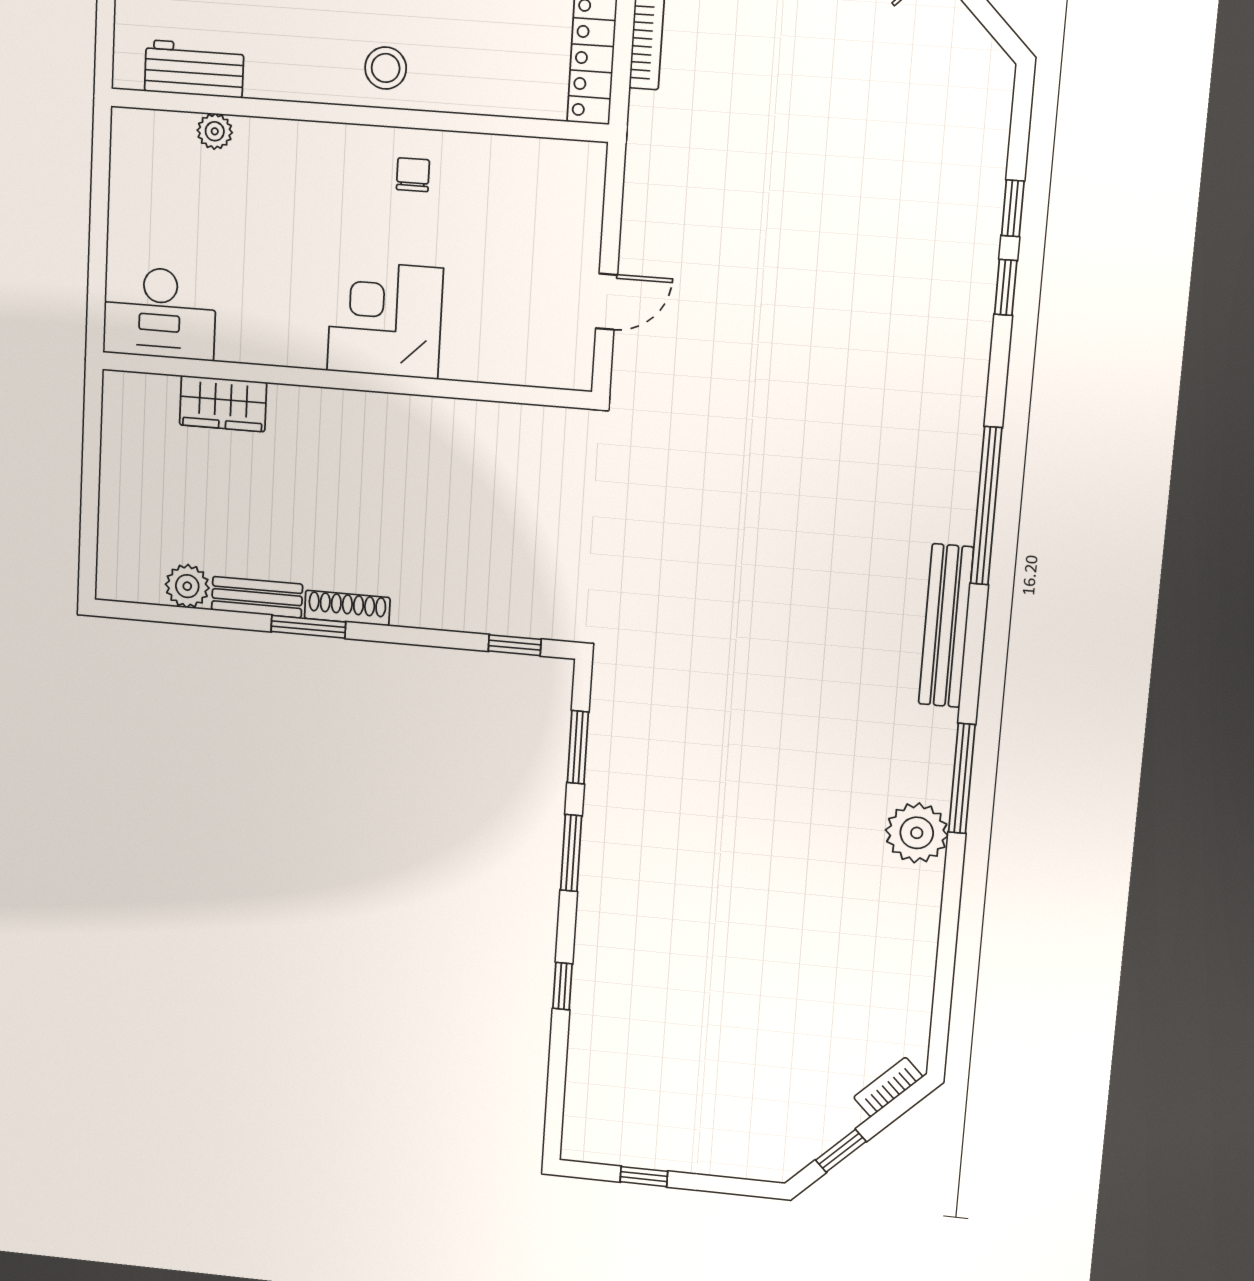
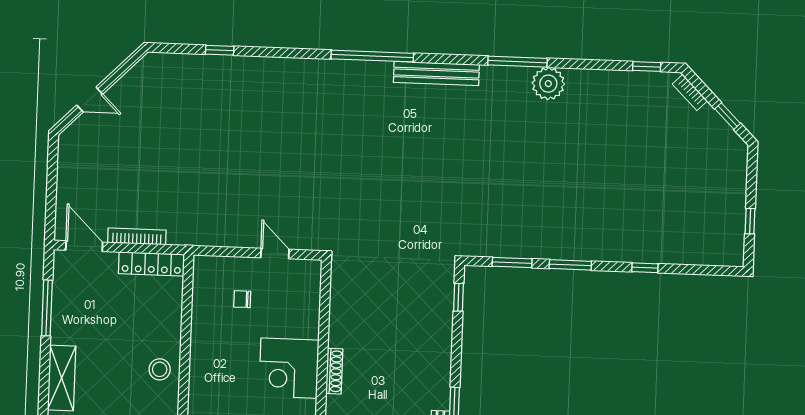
chair: (413, 175) -> (242, 299), moved
window: (1006, 287) -> (647, 67), moved
shoe rack: (347, 608) -> (334, 371), moved, turned 180

